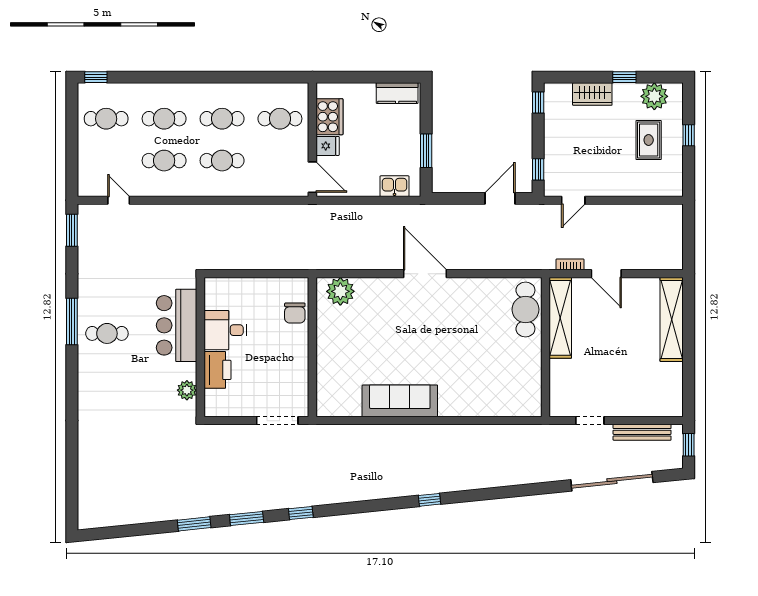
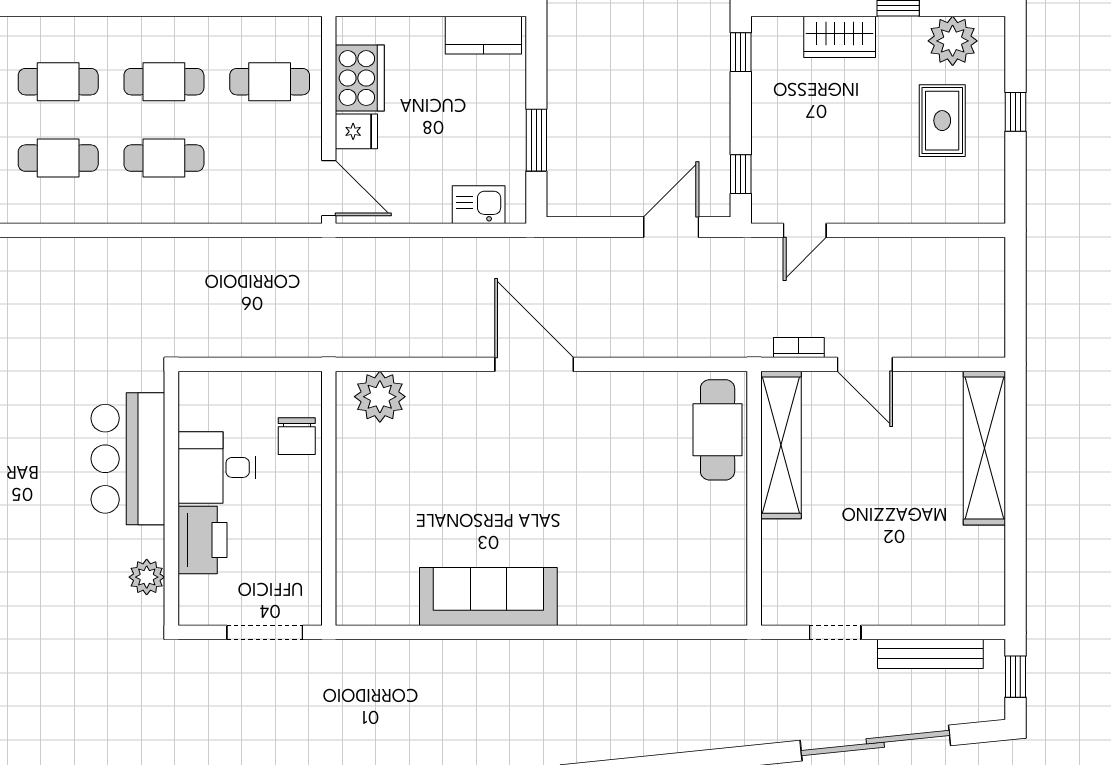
bar counter: (177, 325) -> (128, 459), moved
desk: (225, 330) -> (217, 467), moved
wall: (200, 347) -> (171, 498), moved
printer: (217, 370) -> (202, 540), moved
plant: (187, 390) -> (147, 577), moved

